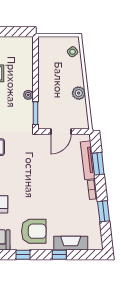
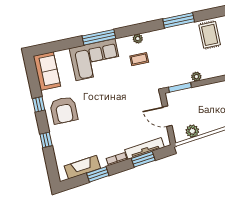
plant: (79, 93) -> (192, 131), moved
fireplace: (71, 243) -> (82, 167), moved, turned -97

